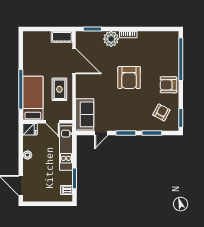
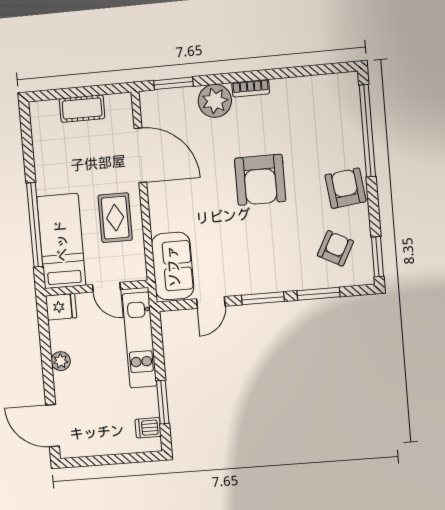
cot: (62, 37) -> (82, 109), moved
armchair: (168, 85) -> (346, 188), turned 83

